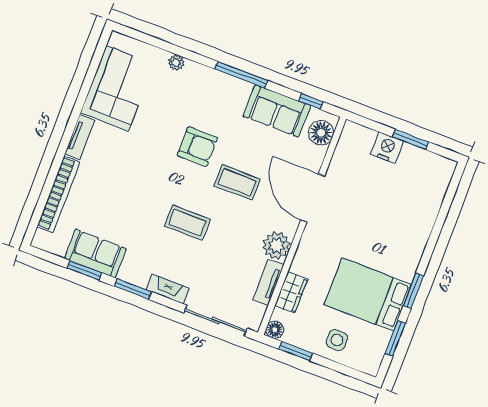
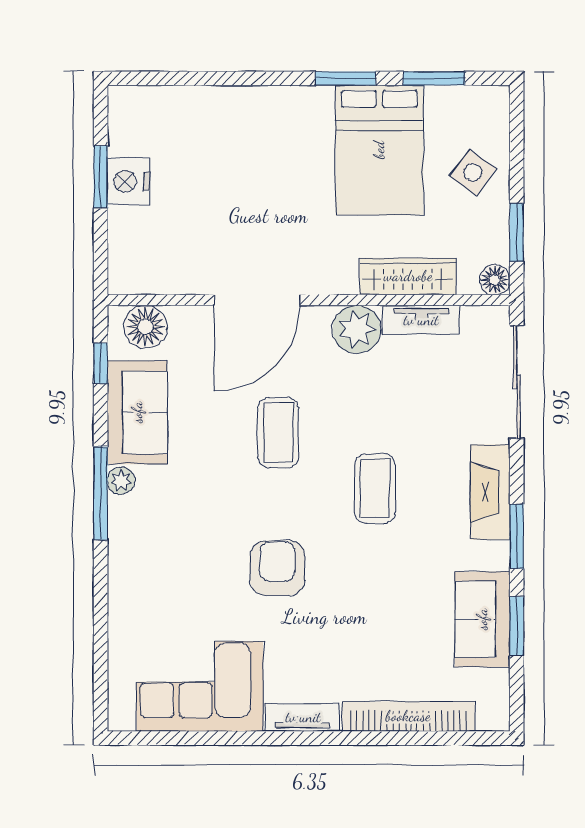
plant: (176, 63) -> (121, 481), moved
armchair: (197, 147) -> (277, 568), moved
nightstand: (387, 147) -> (128, 181), moved
fireplace: (168, 289) -> (490, 492), width x1.37, depth x1.32
wardrobe: (291, 292) -> (408, 276), width x1.50
side table: (337, 340) -> (473, 172), turned 36

